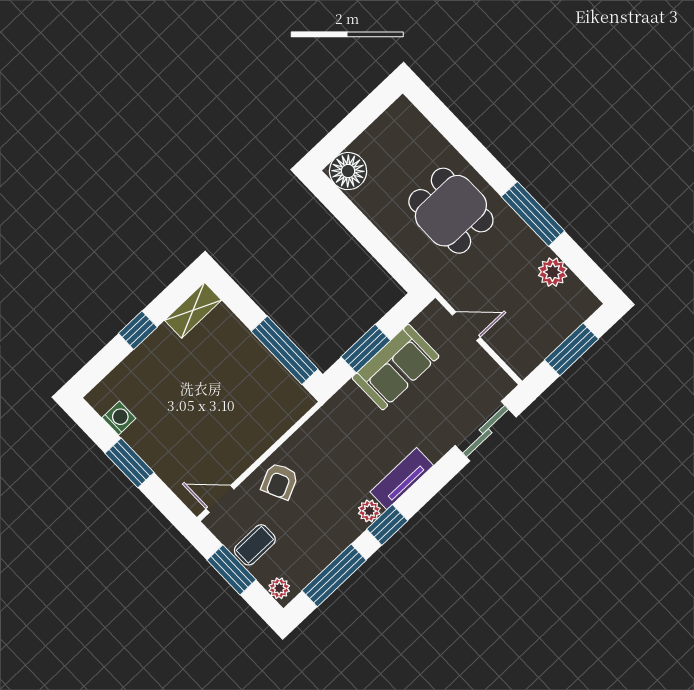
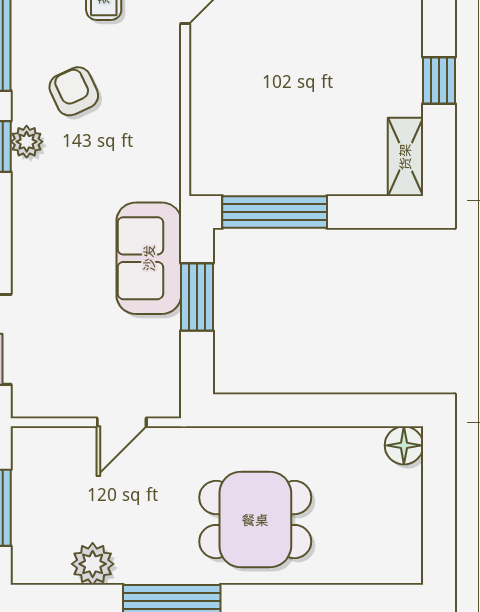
floor lamp: (348, 171) -> (404, 445), width x0.73, depth x0.73
sofa: (396, 367) -> (149, 258), moved
tv unit: (402, 479) -> (28, 207), removed
armchair: (280, 481) -> (74, 91), moved

